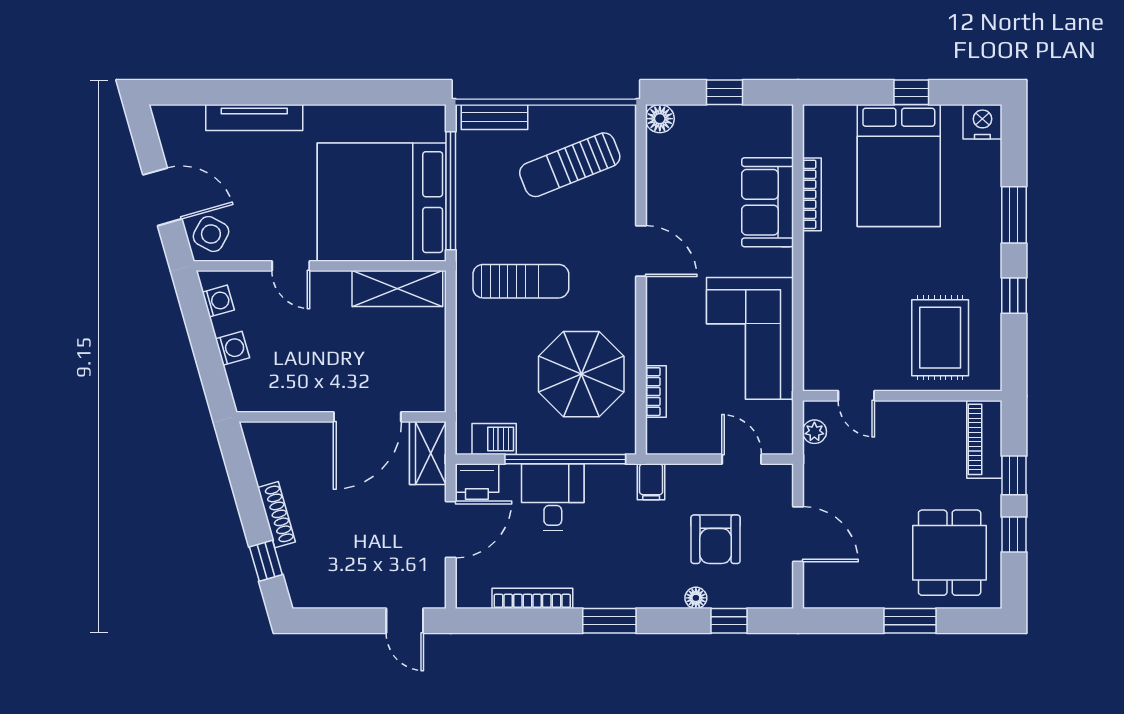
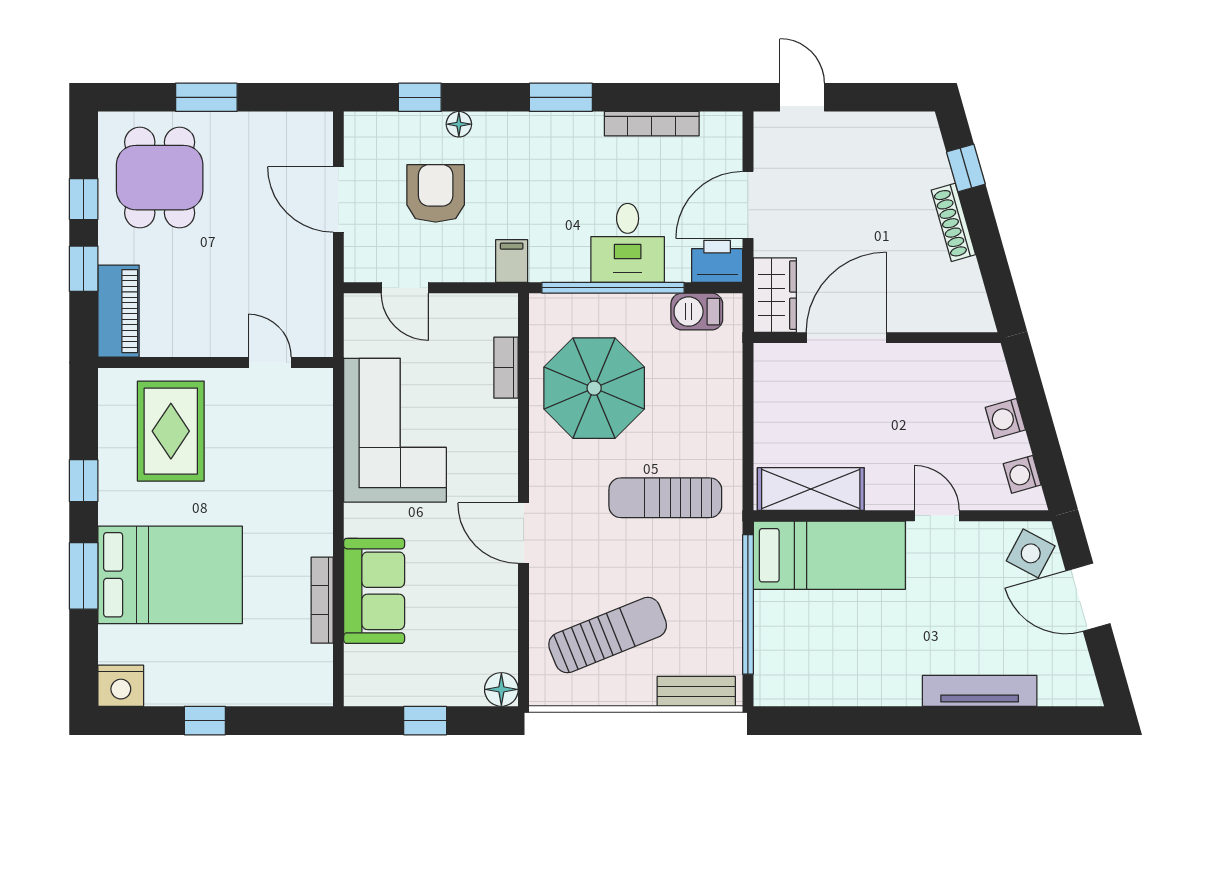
bed: (899, 166) -> (170, 575), moved, turned 90
bed: (382, 202) -> (829, 555), width x0.49
plant: (814, 432) -> (319, 320), removed

